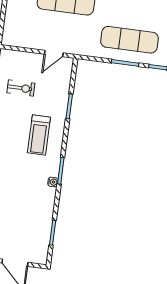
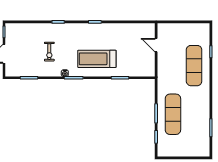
door: (54, 54) -> (156, 45), moved
exercise bike: (21, 88) -> (49, 52), moved
treadmill: (39, 135) -> (97, 59), width x1.37, depth x1.38

